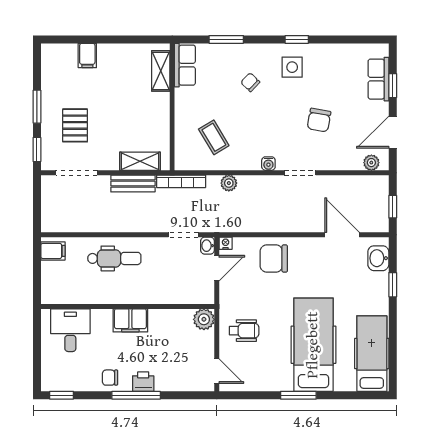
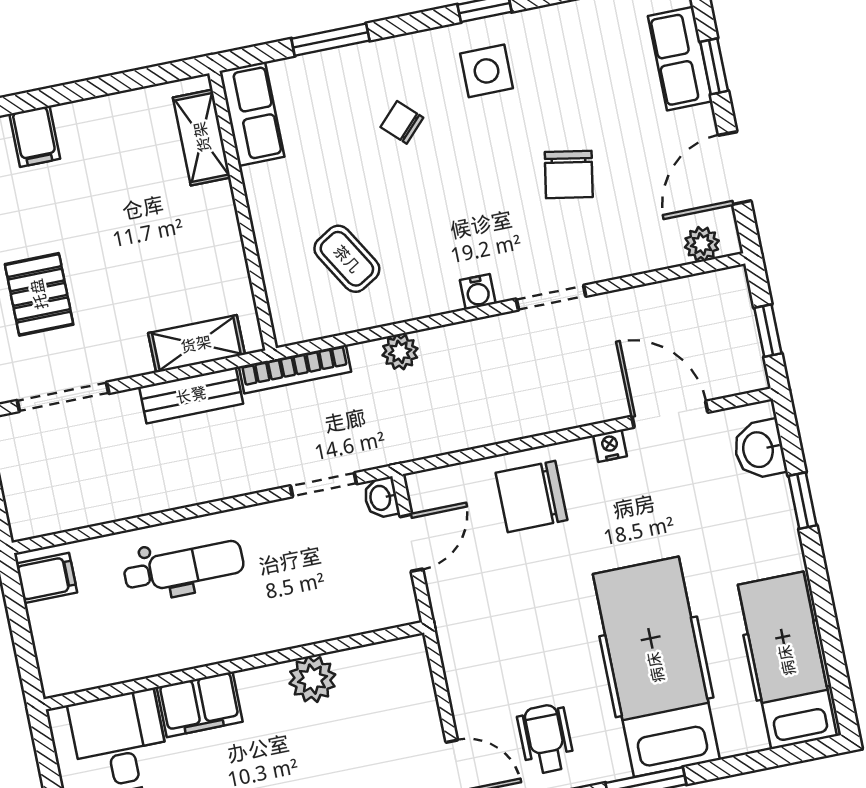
nightstand: (226, 243) -> (610, 446), moved
plant: (204, 319) -> (312, 679), moved
filing cabinet: (130, 320) -> (200, 704), moved
wheelchair: (244, 331) -> (546, 739), moved, turned -90

